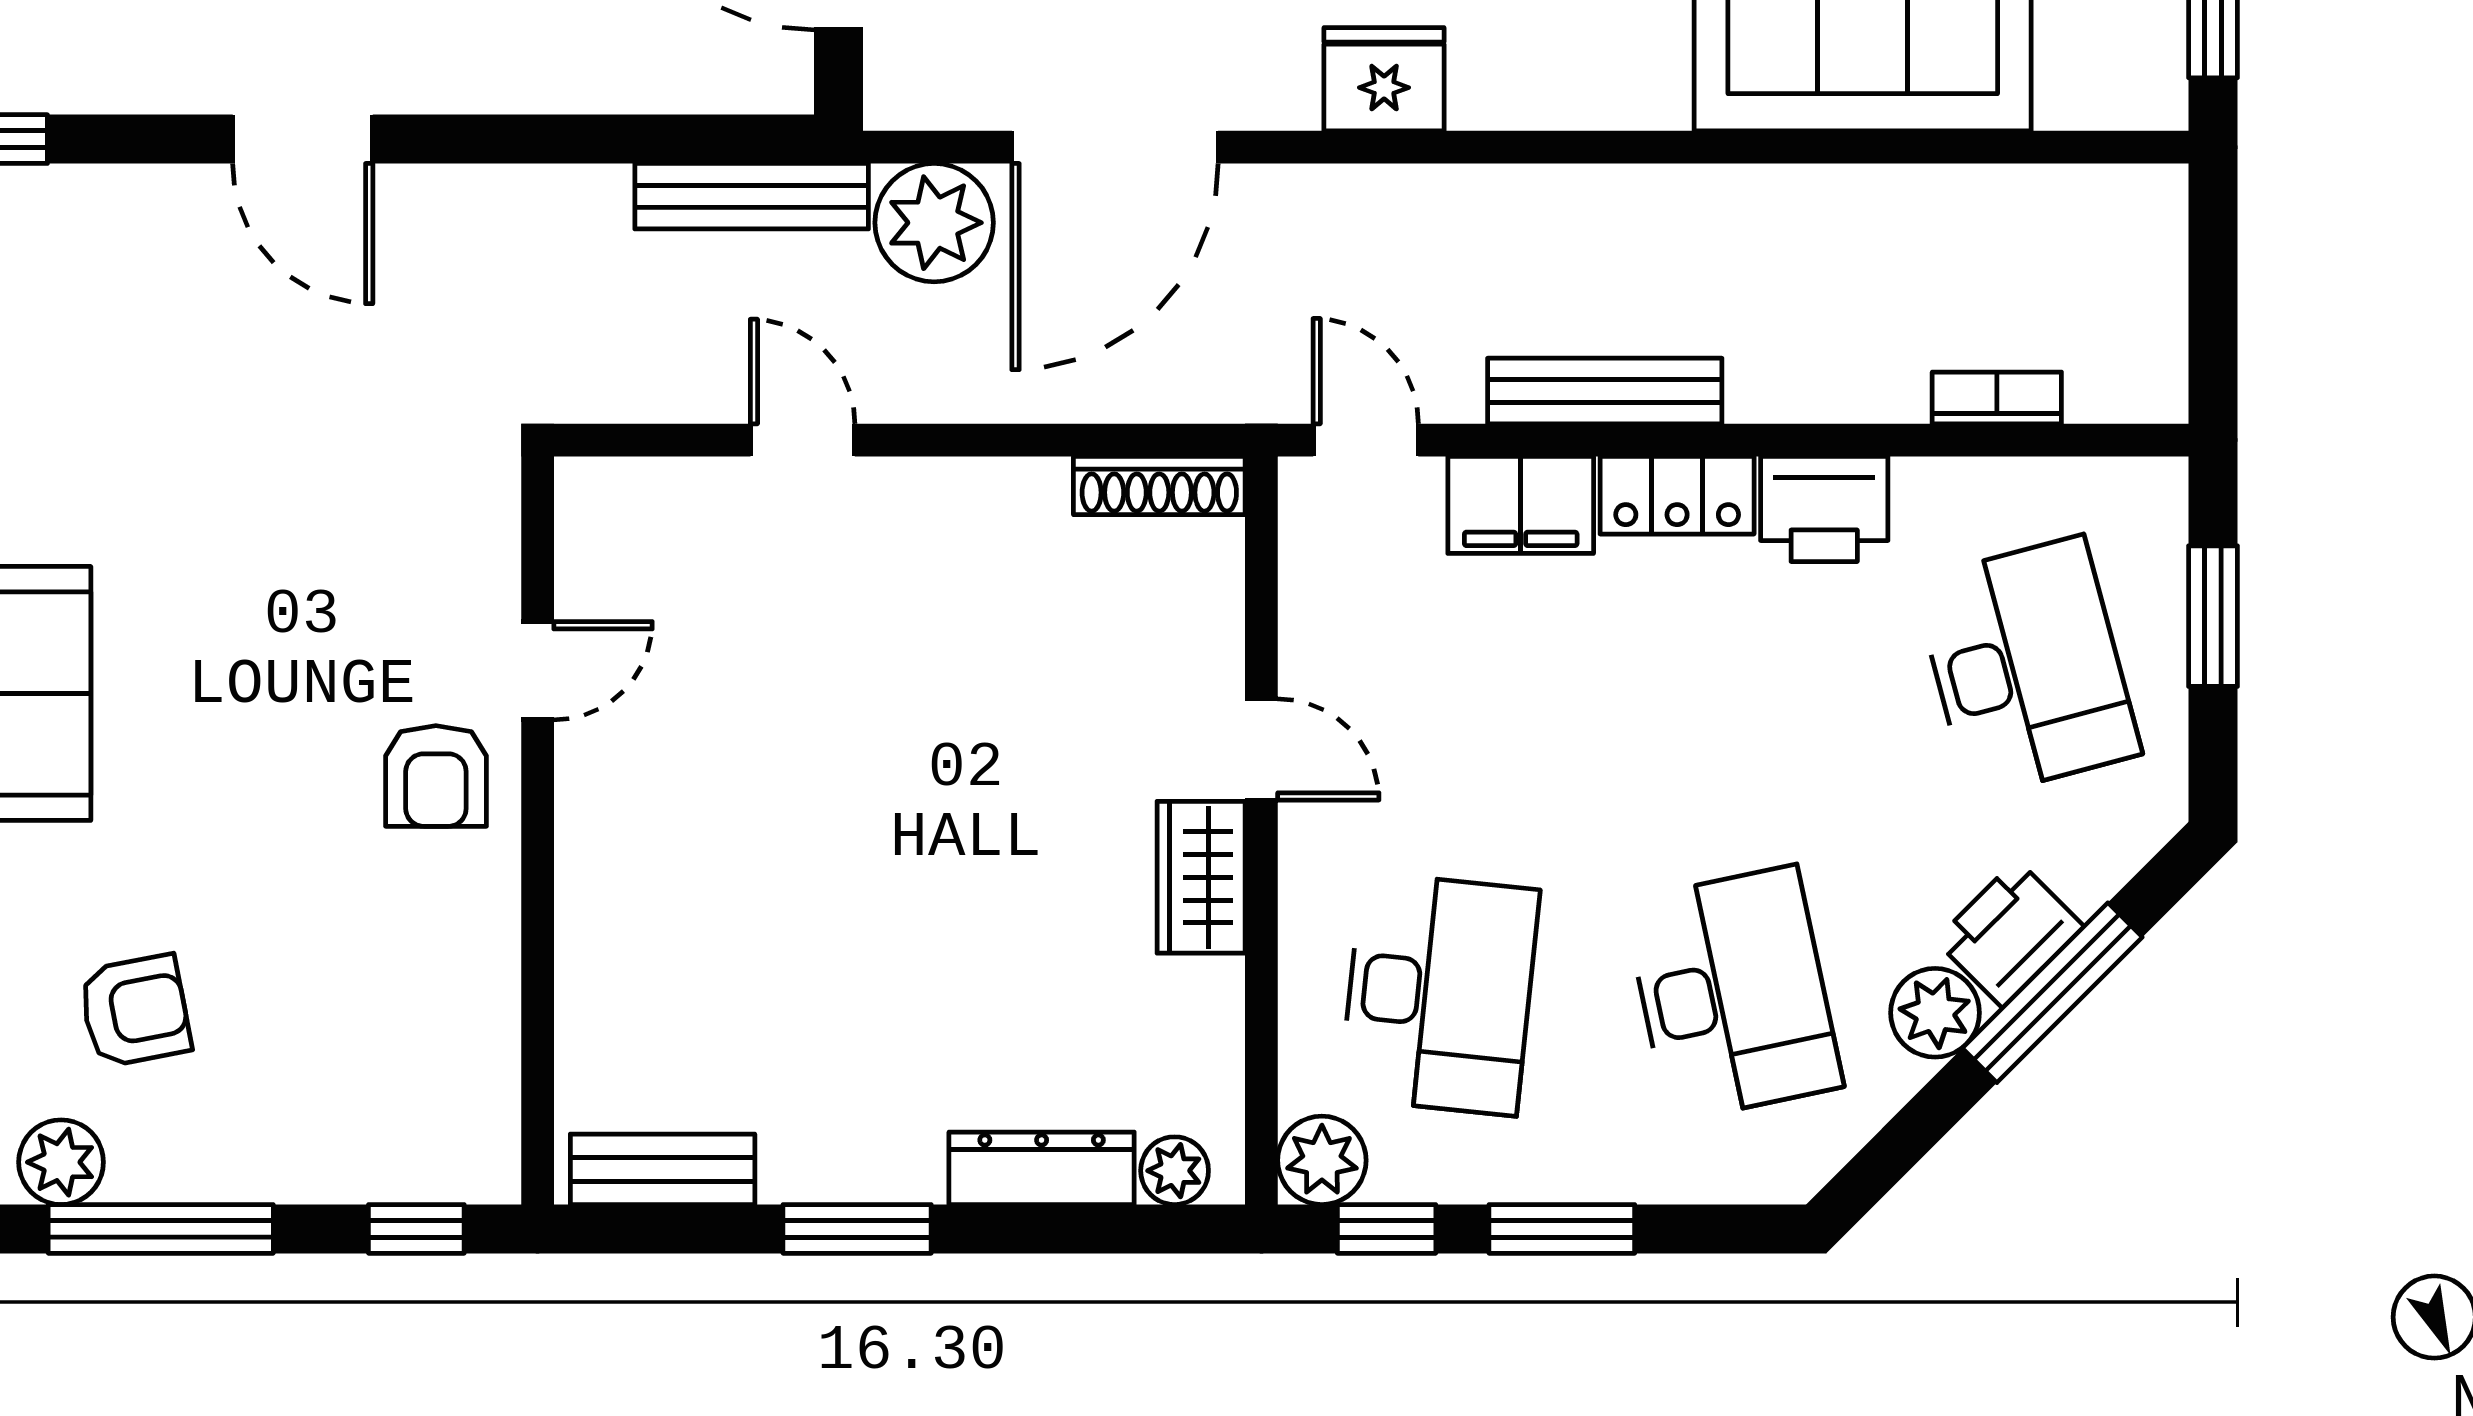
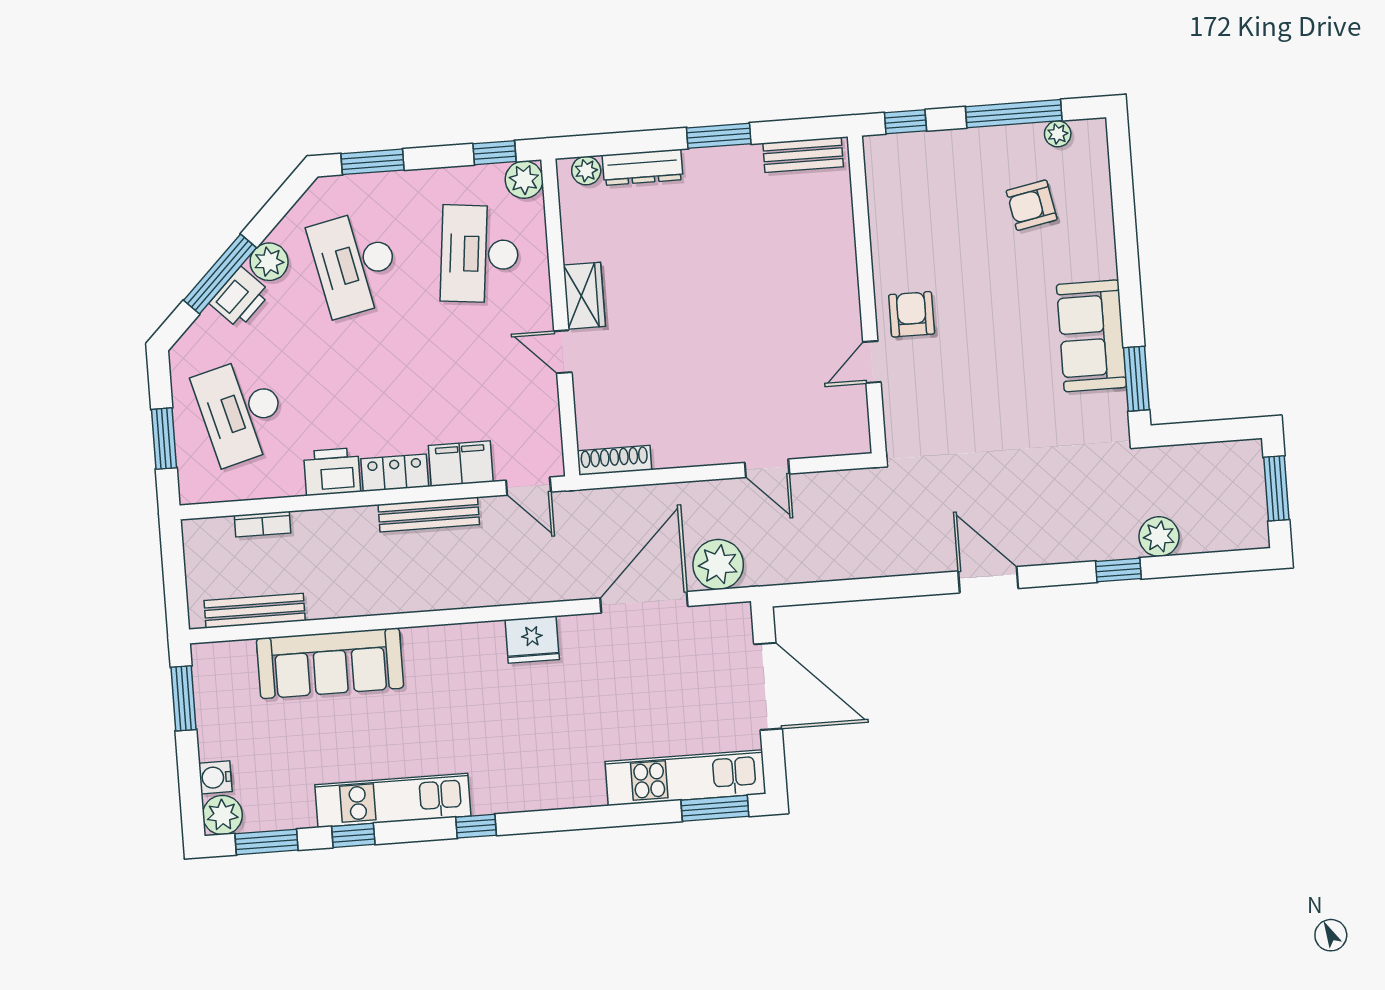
bench: (752, 196) -> (255, 611), moved
plant: (61, 1162) -> (1058, 134), width x0.73, depth x0.73
window: (1562, 1229) -> (372, 162), moved

